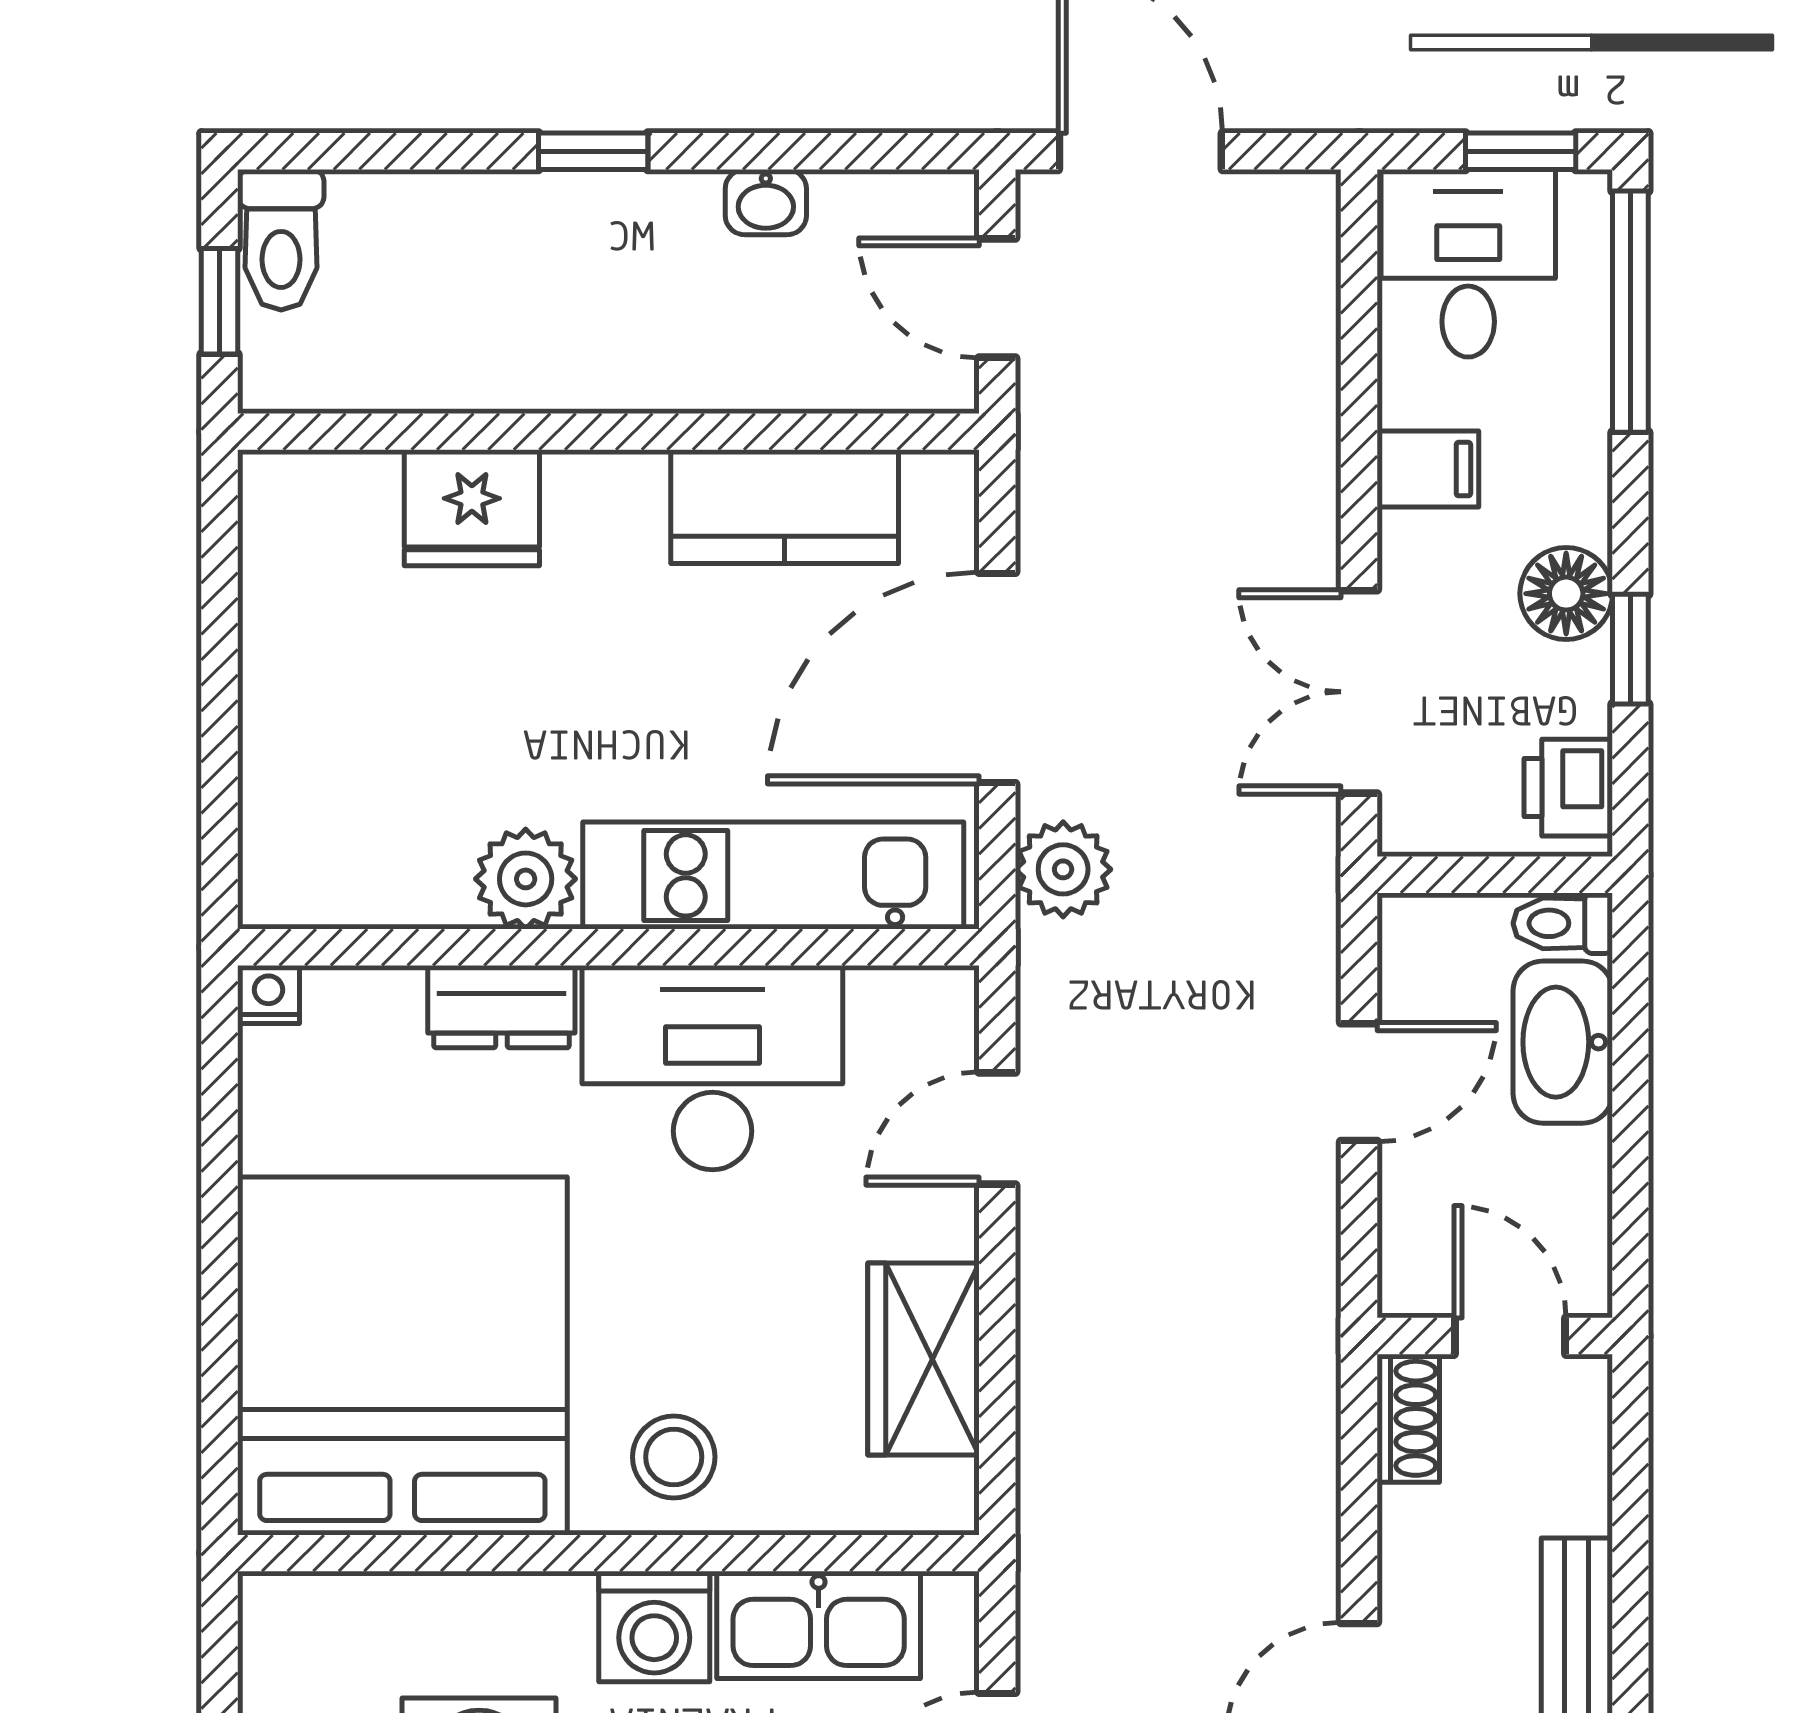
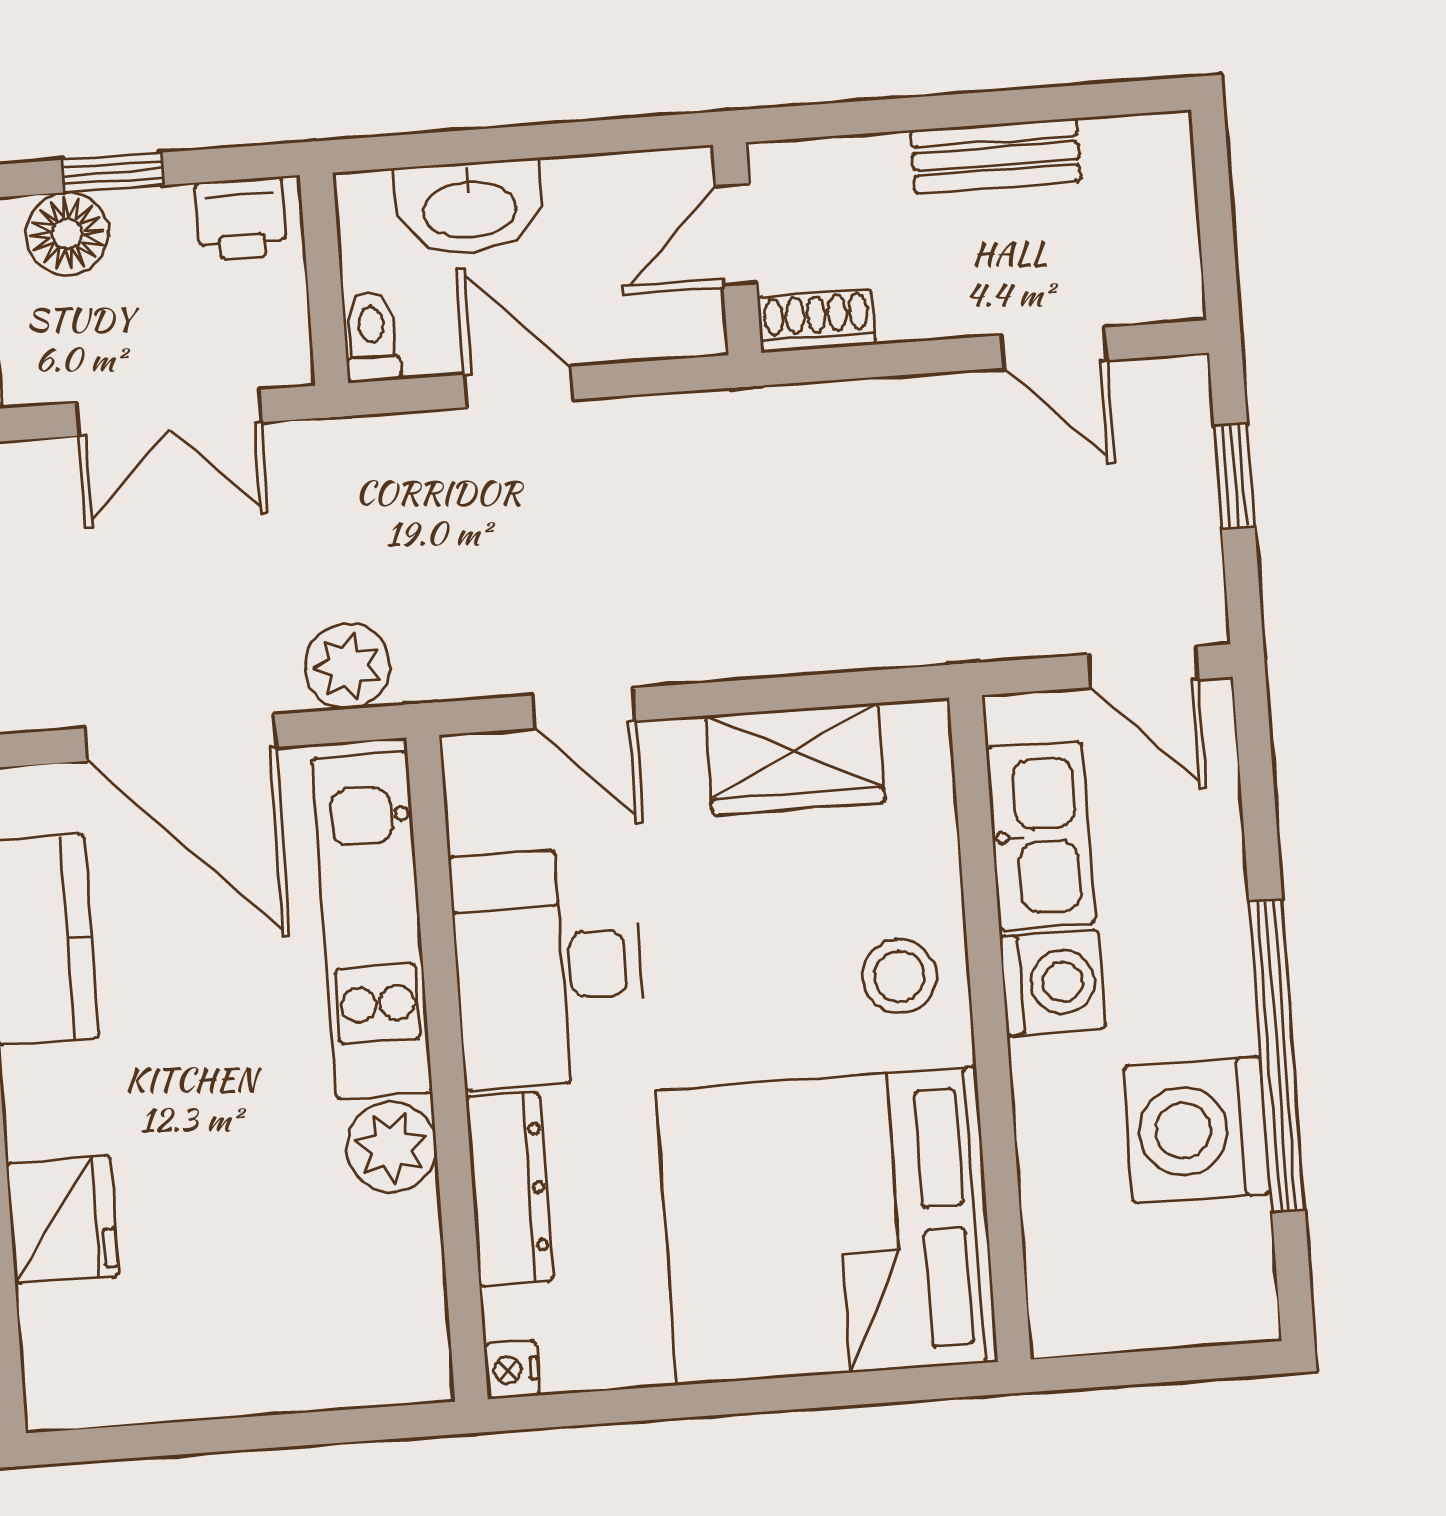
toilet: (1563, 923) -> (372, 337), moved, turned 180
dresser: (501, 1007) -> (509, 1189), width x1.44

